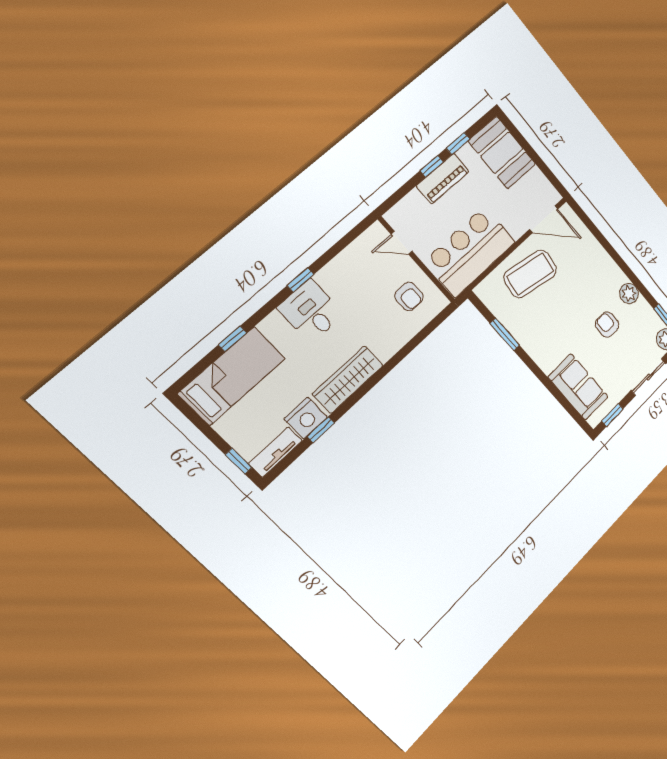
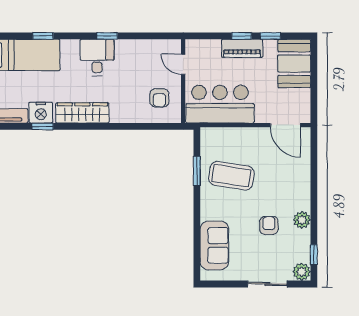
coffee table: (530, 274) -> (231, 176), moved
window: (612, 415) -> (221, 284), removed

